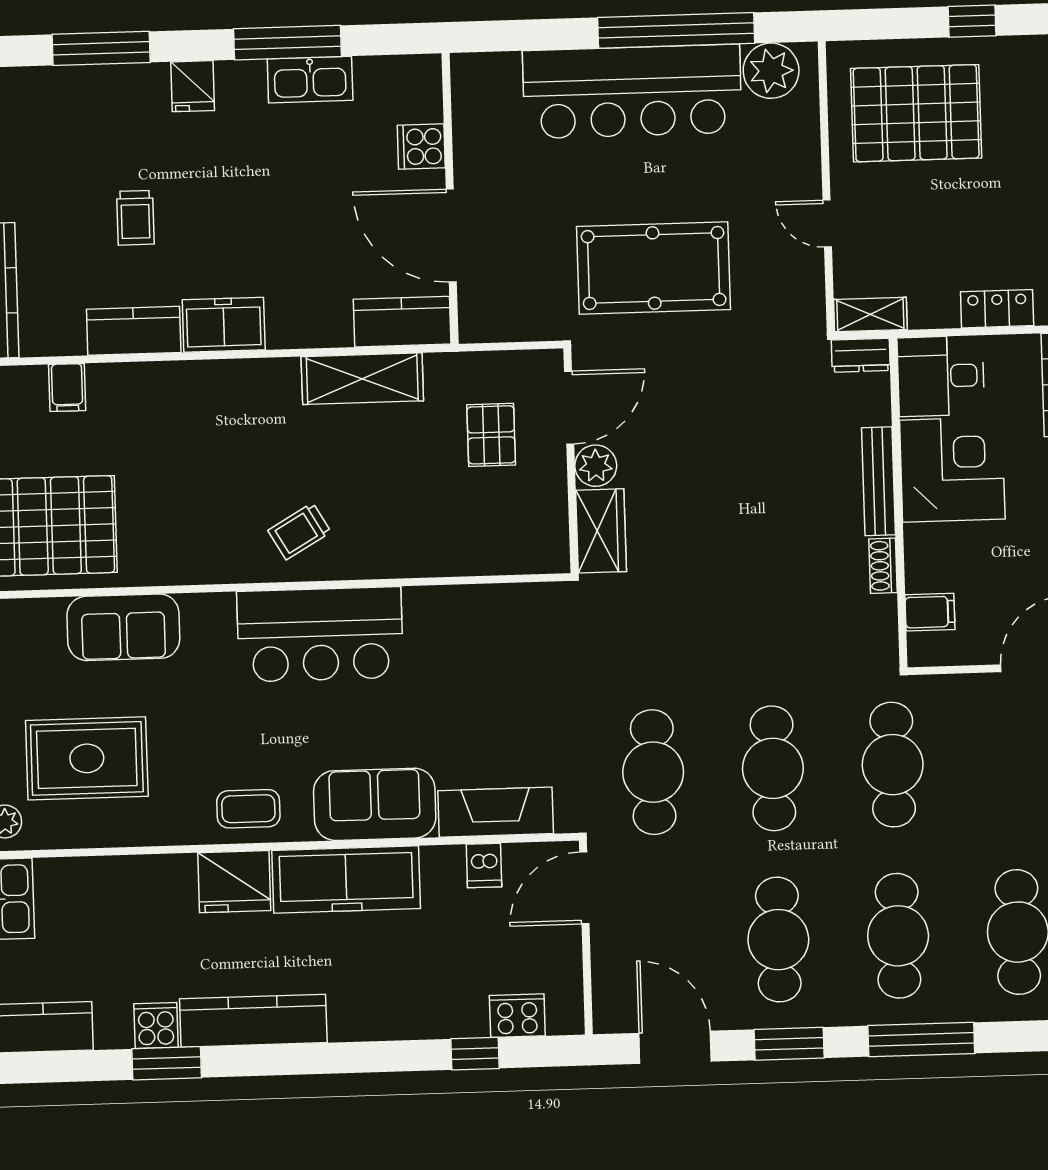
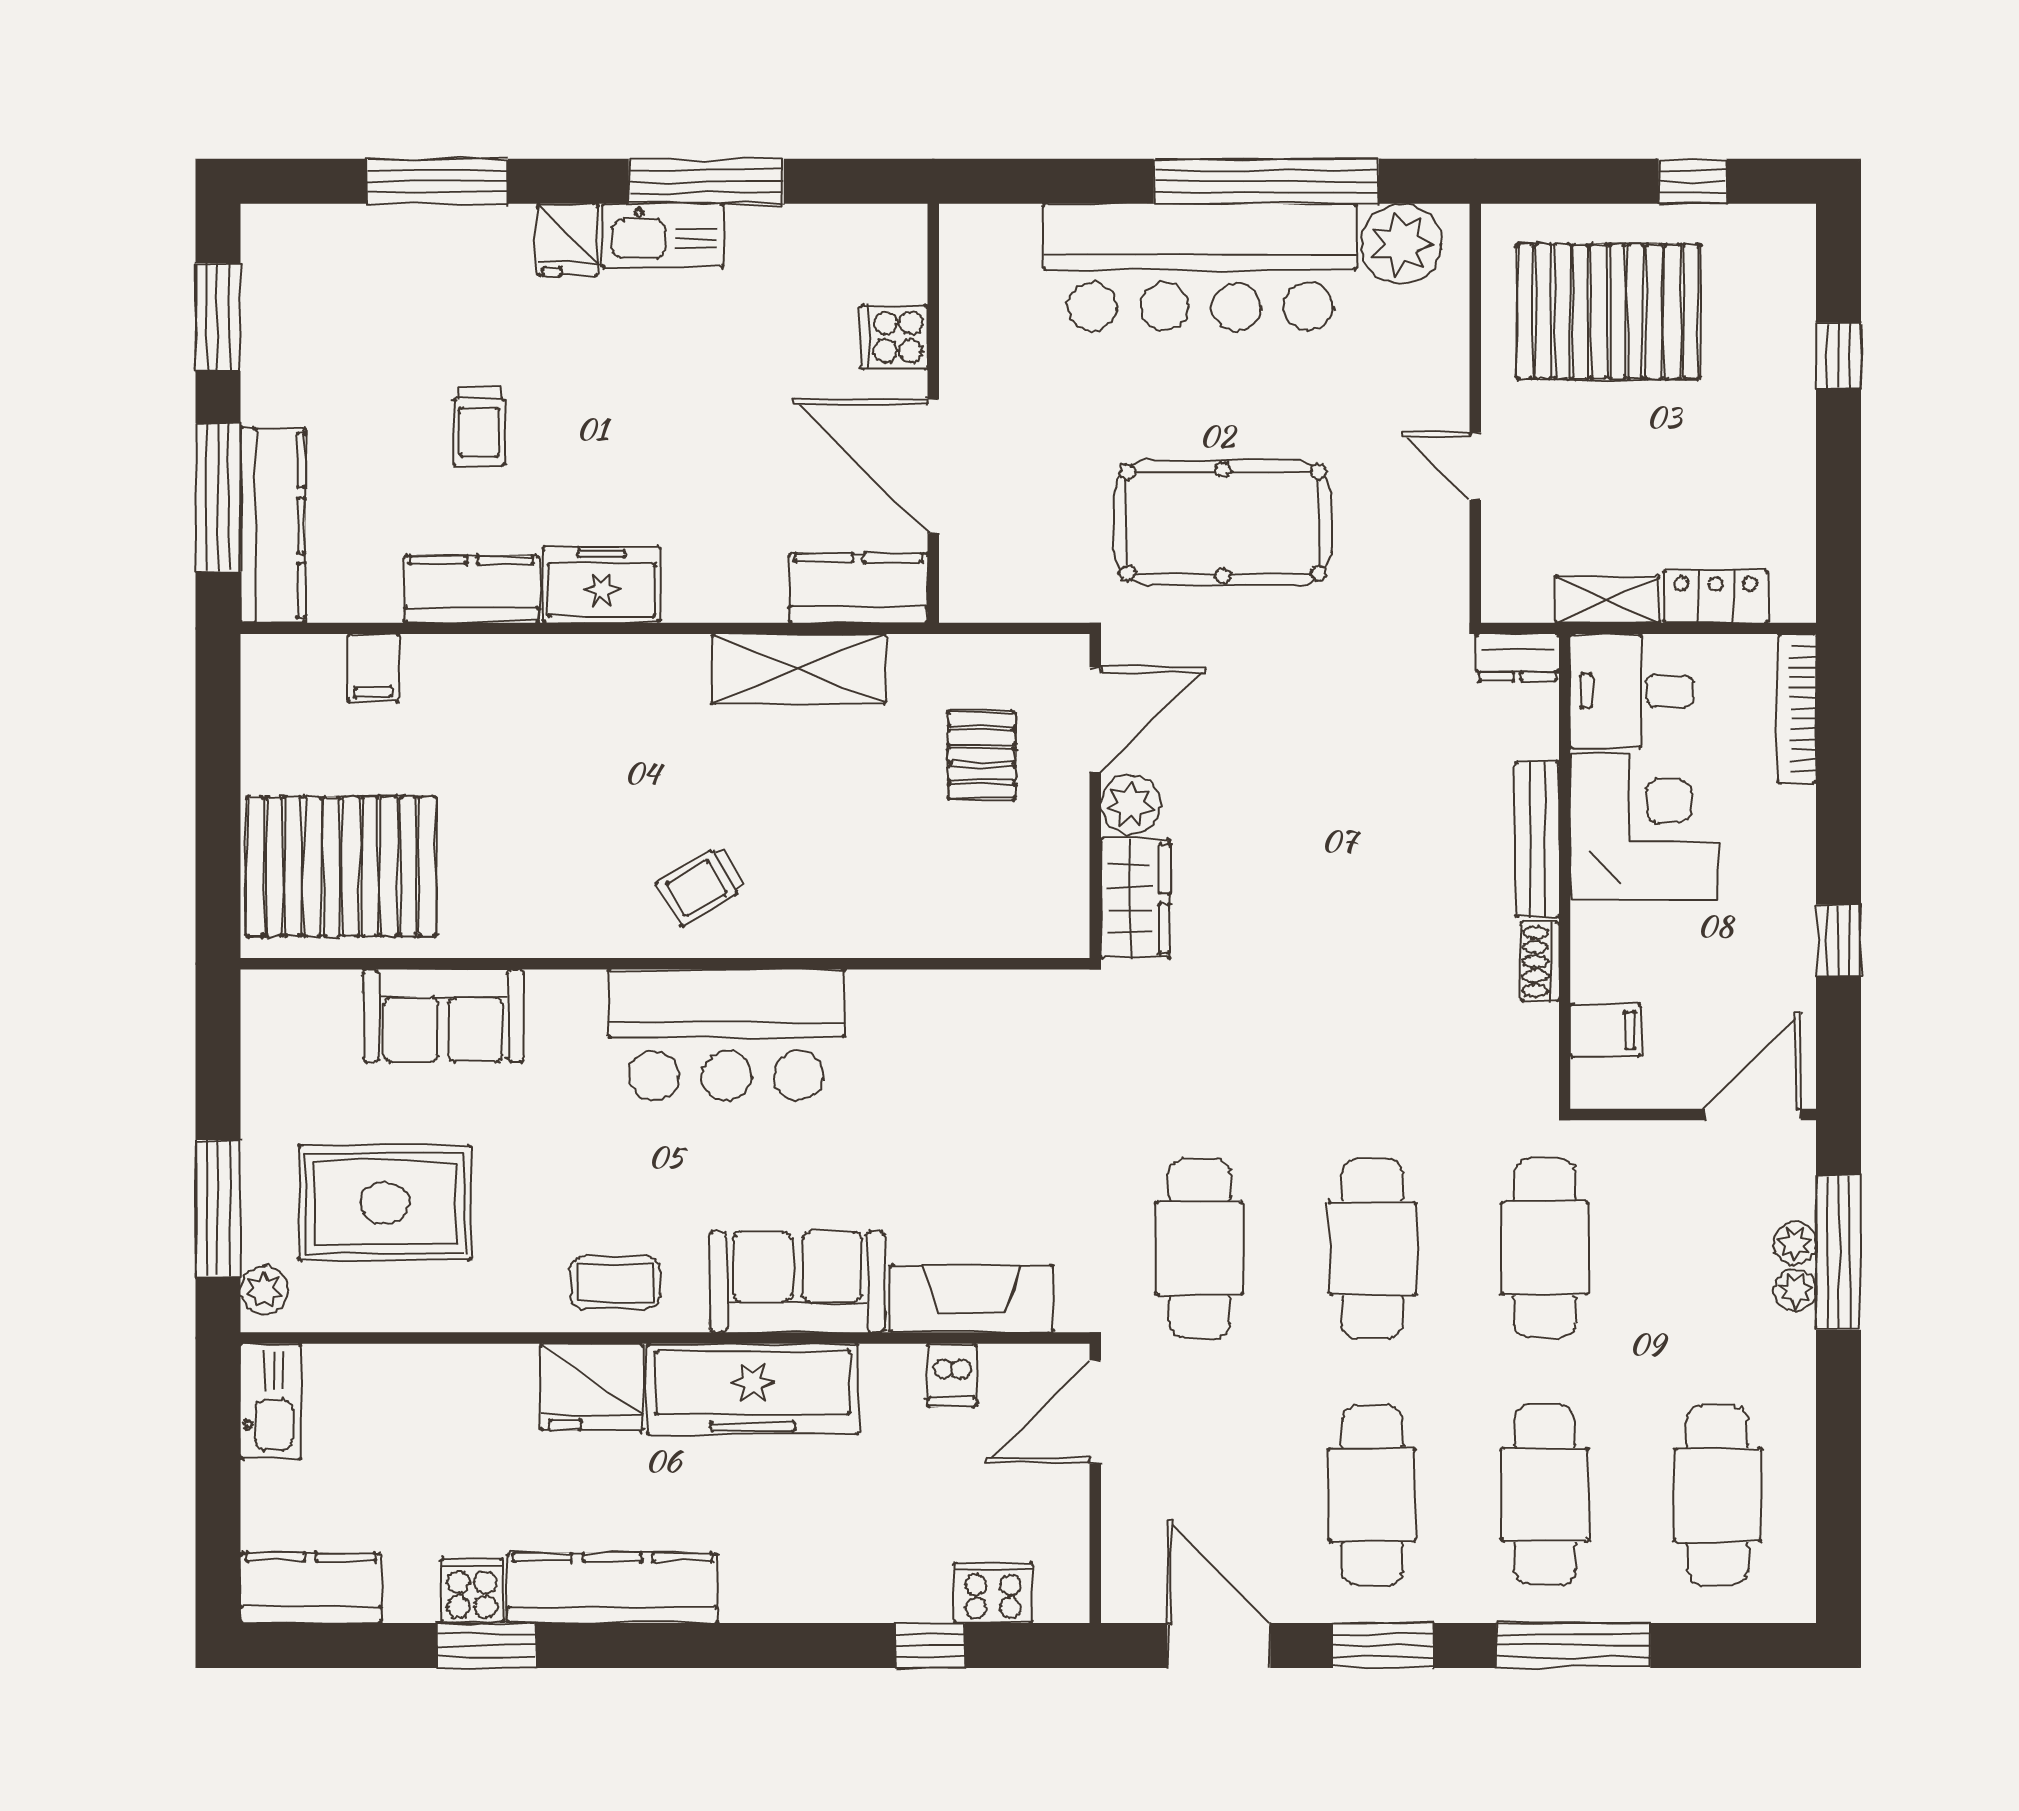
kitchen sink: (310, 80) -> (663, 236), moved
shelving: (870, 315) -> (1607, 599), moved

